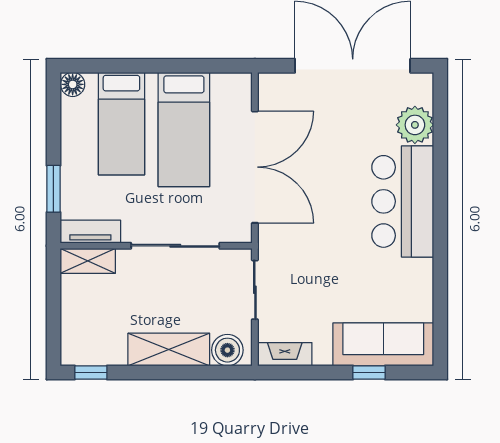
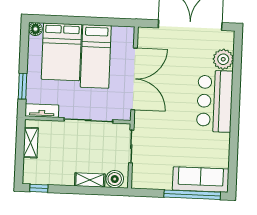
bed: (121, 124) -> (61, 52), width x1.50
shelving: (88, 261) -> (31, 143), moved, turned 90
shelving: (169, 350) -> (90, 180), width x0.67, depth x0.75
fireplace: (285, 354) -> (146, 183), removed
window: (369, 372) -> (192, 195), width x3.17

